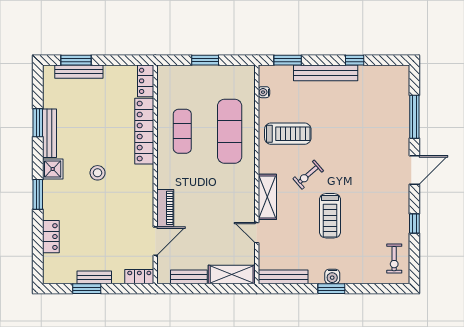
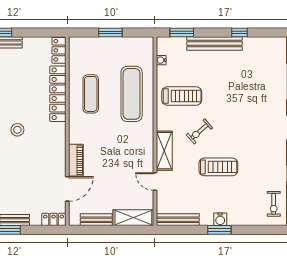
treadmill: (330, 216) -> (218, 167), turned -90

